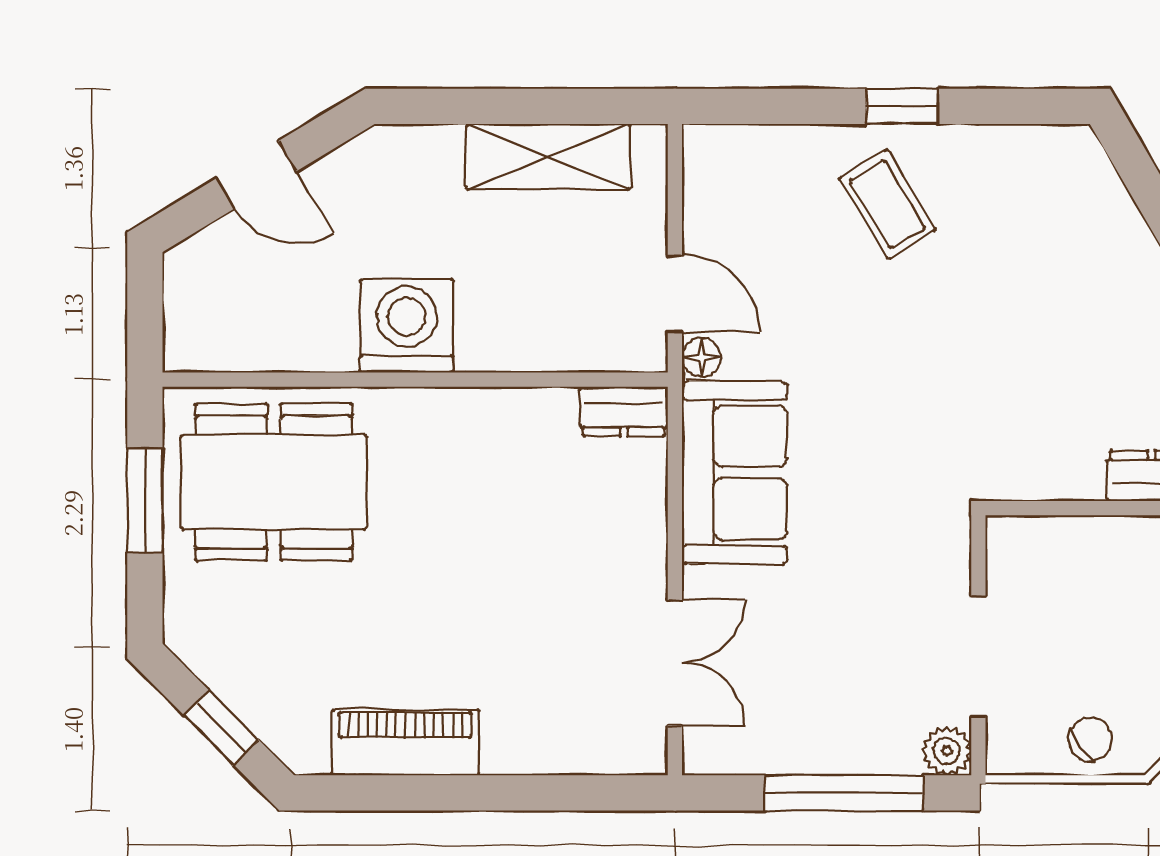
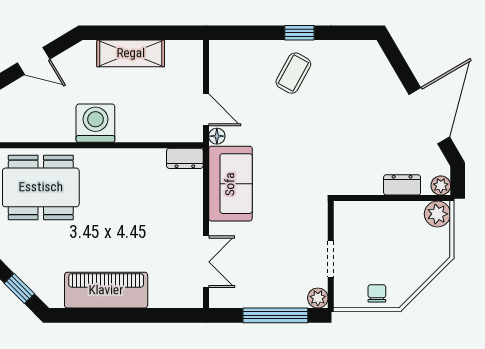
shelving: (548, 157) -> (131, 53), moved
coffee table: (887, 204) -> (293, 73), turned 60
doorway: (978, 656) -> (331, 259), width x0.73
chair: (1090, 739) -> (377, 293), turned -53
piano: (406, 742) -> (106, 290), width x1.37, depth x1.33

